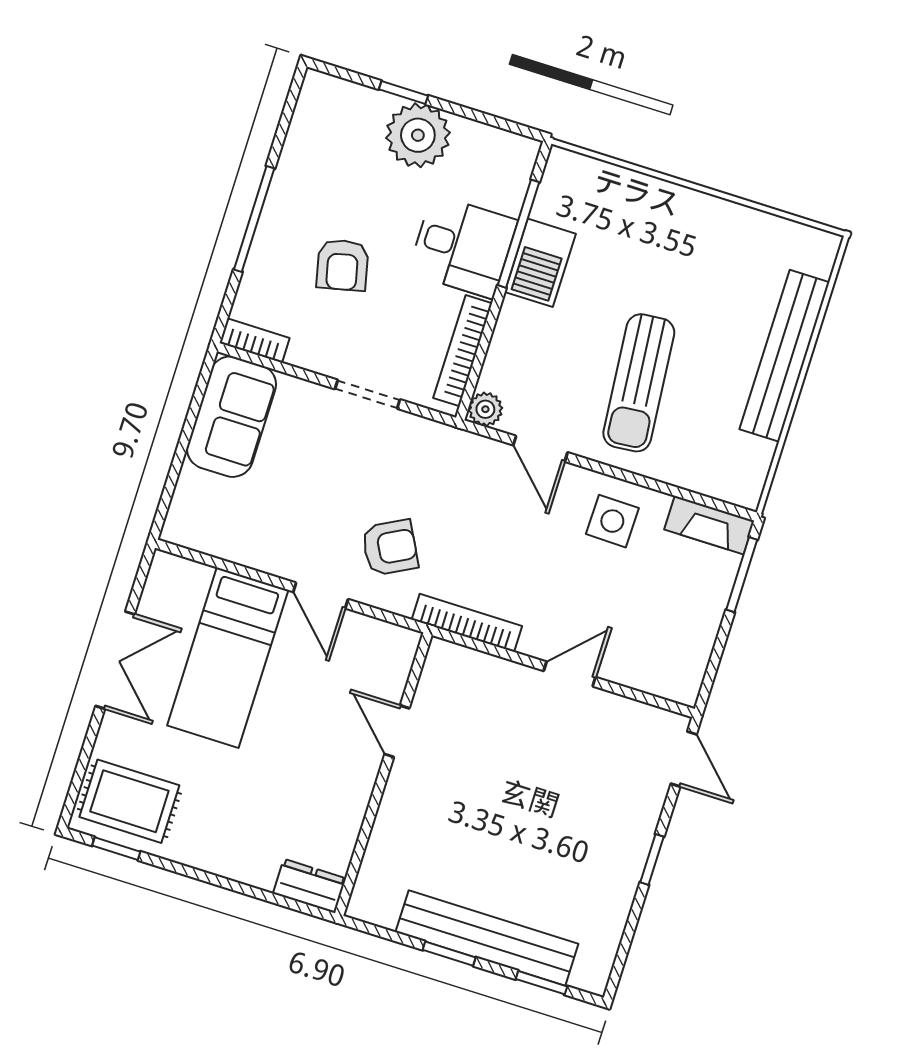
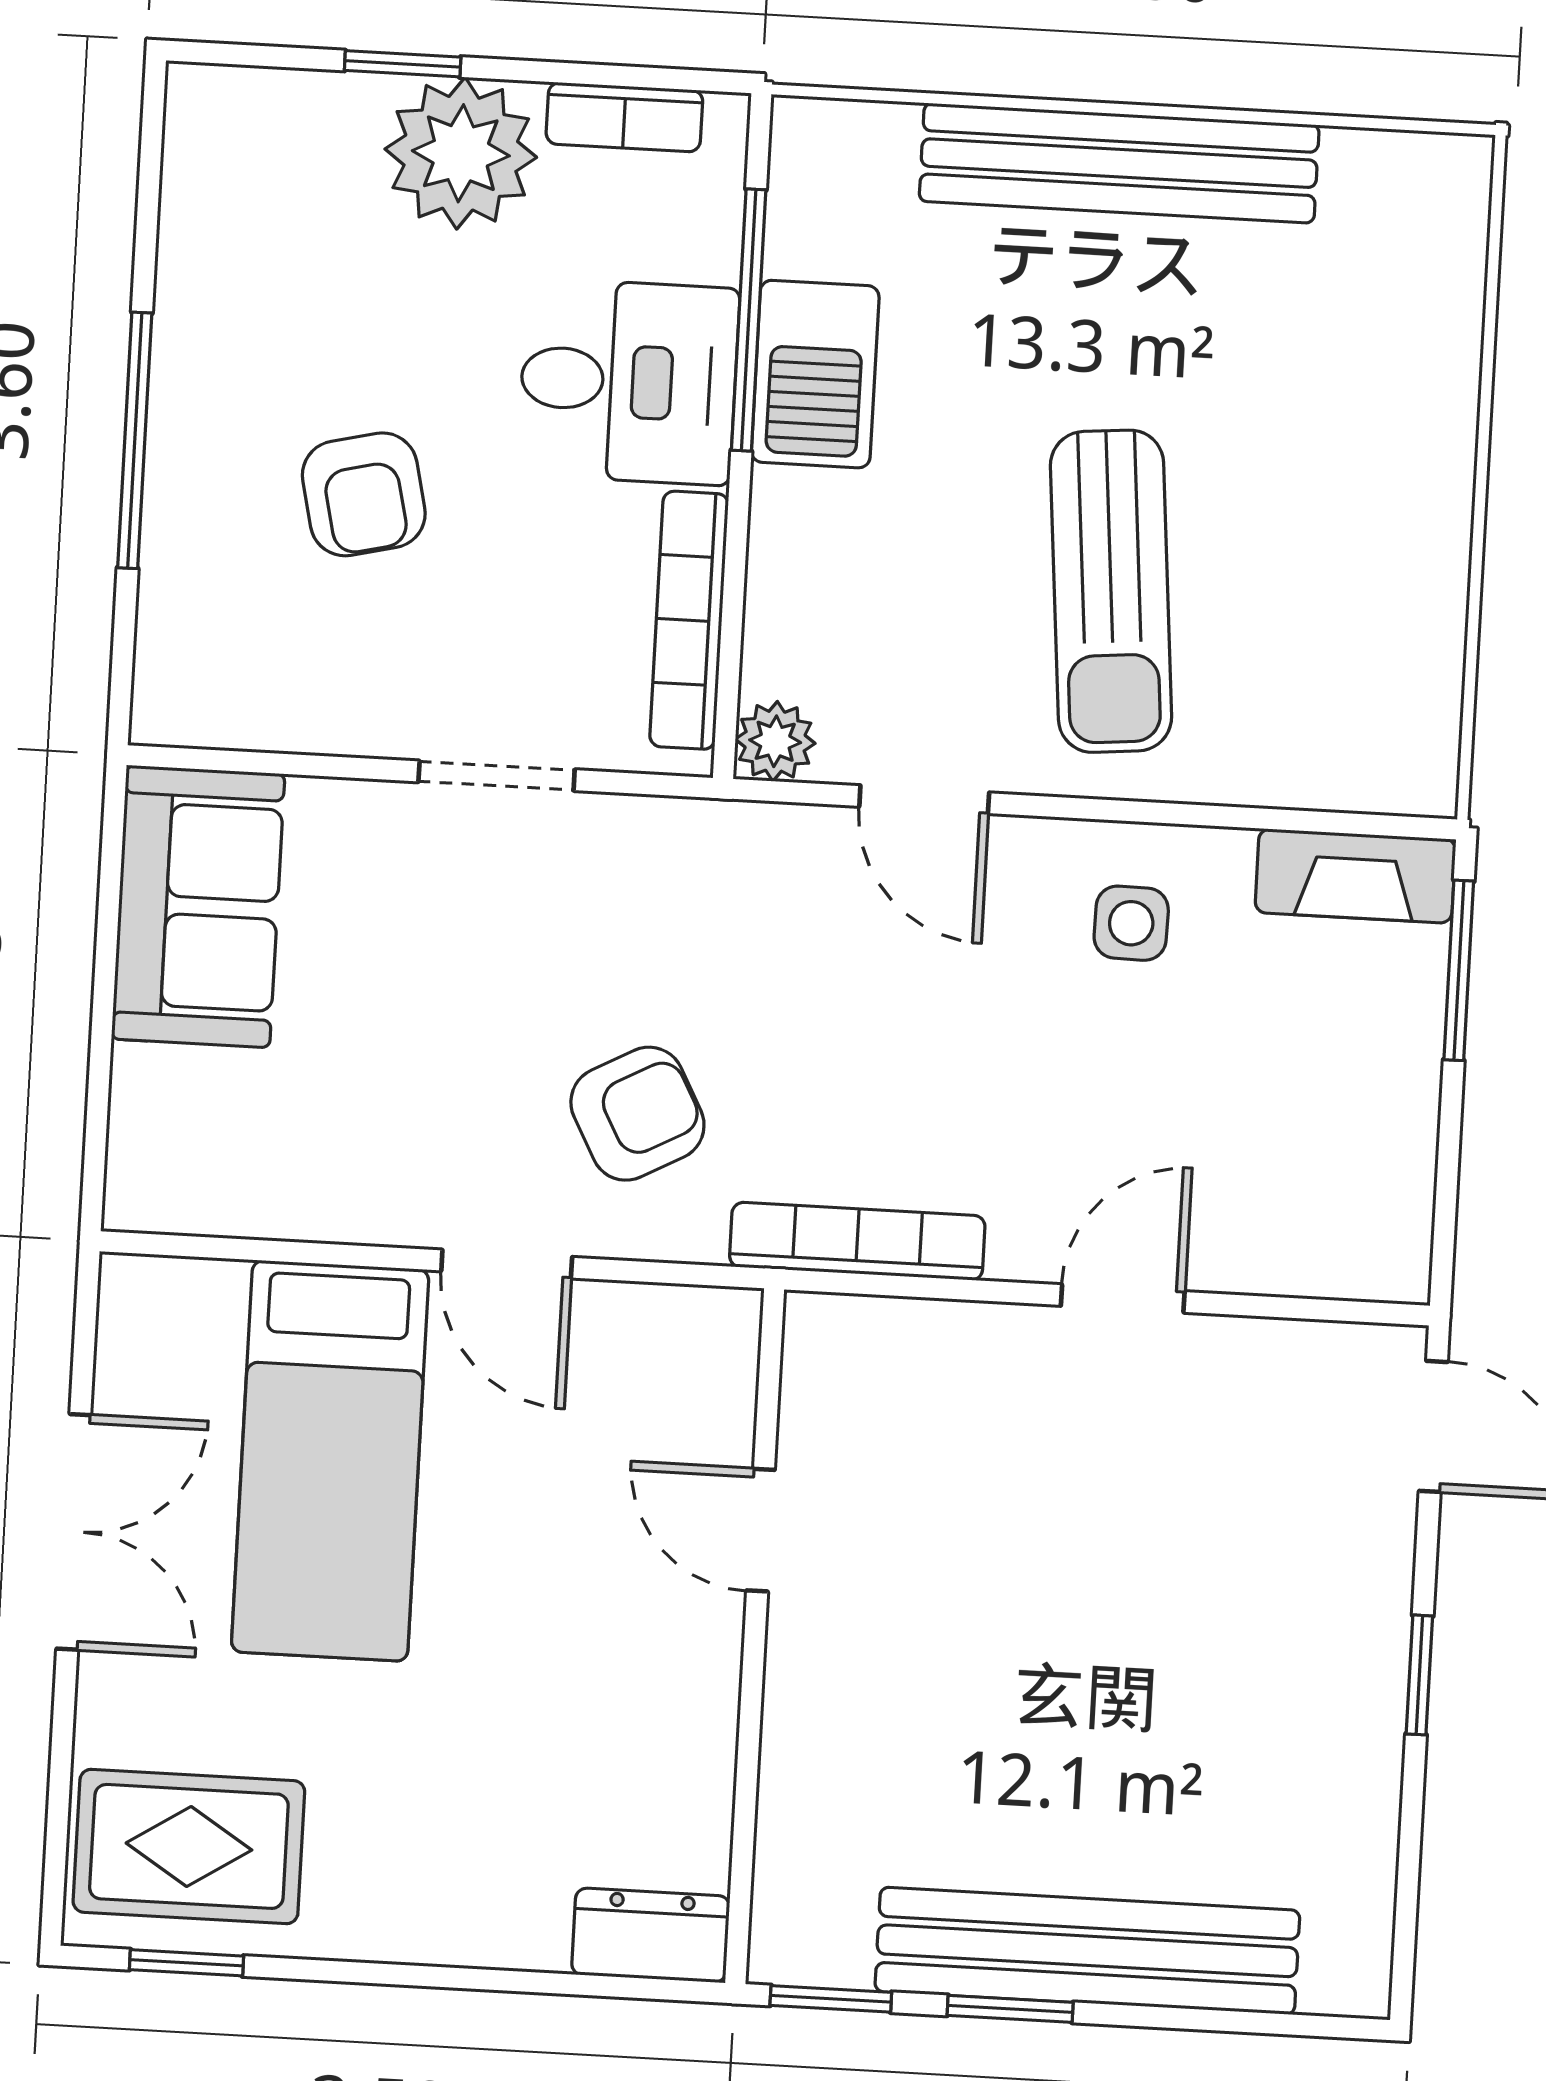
bookcase: (255, 341) -> (624, 117), moved, turned 180
bench: (785, 356) -> (1119, 163), moved, turned 90
side table: (612, 521) -> (1131, 923), width x0.73, depth x0.73
window: (541, 983) -> (831, 1999), moved

